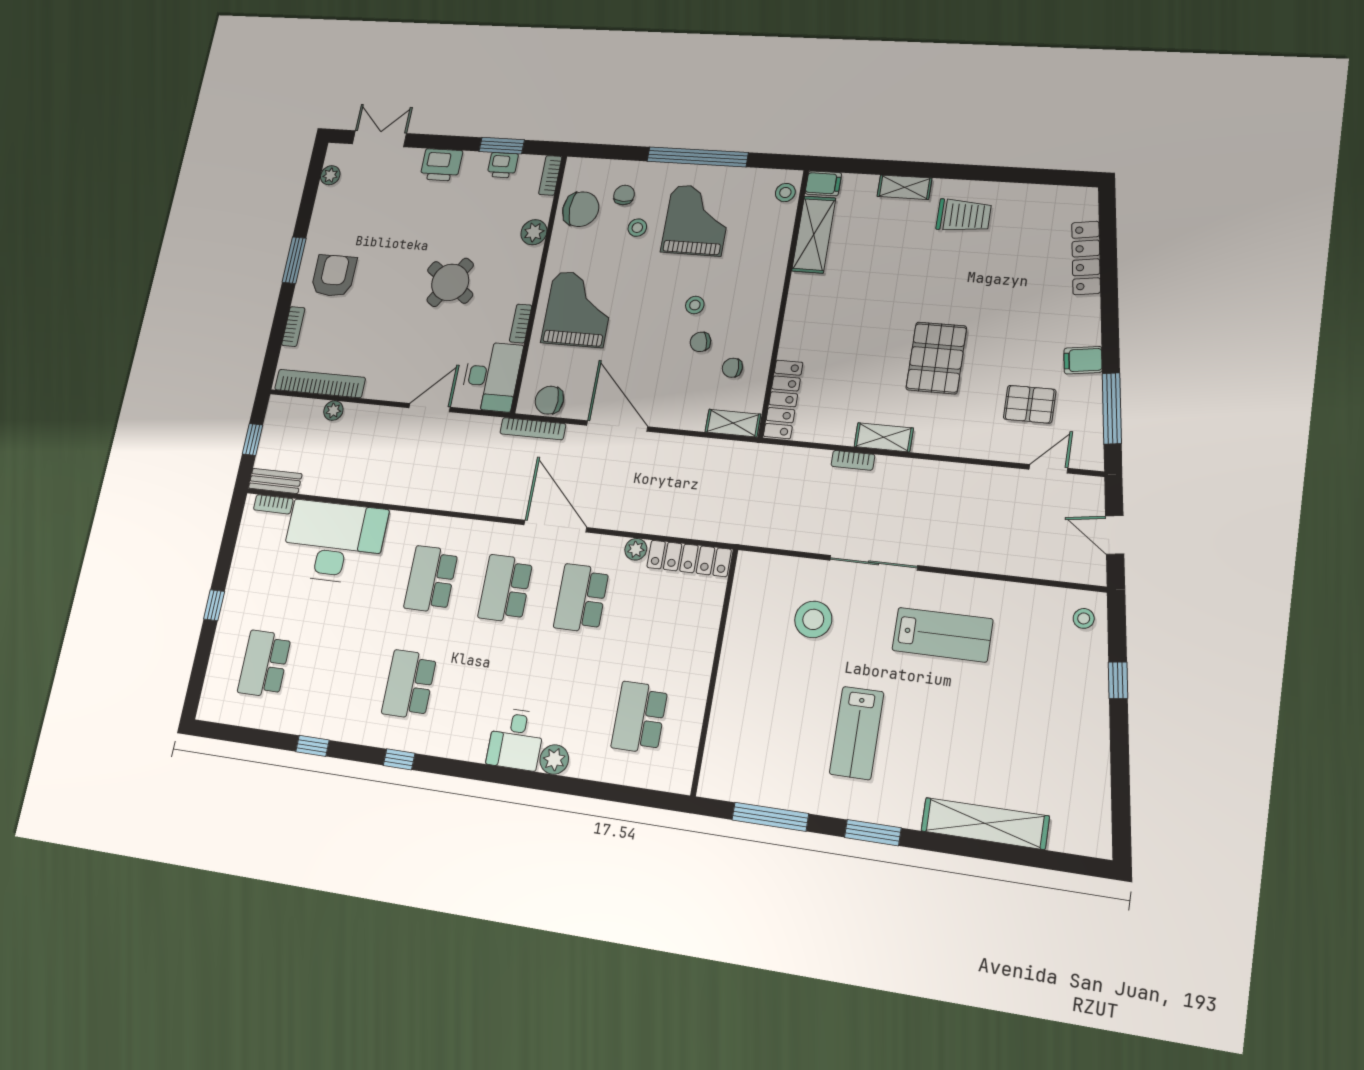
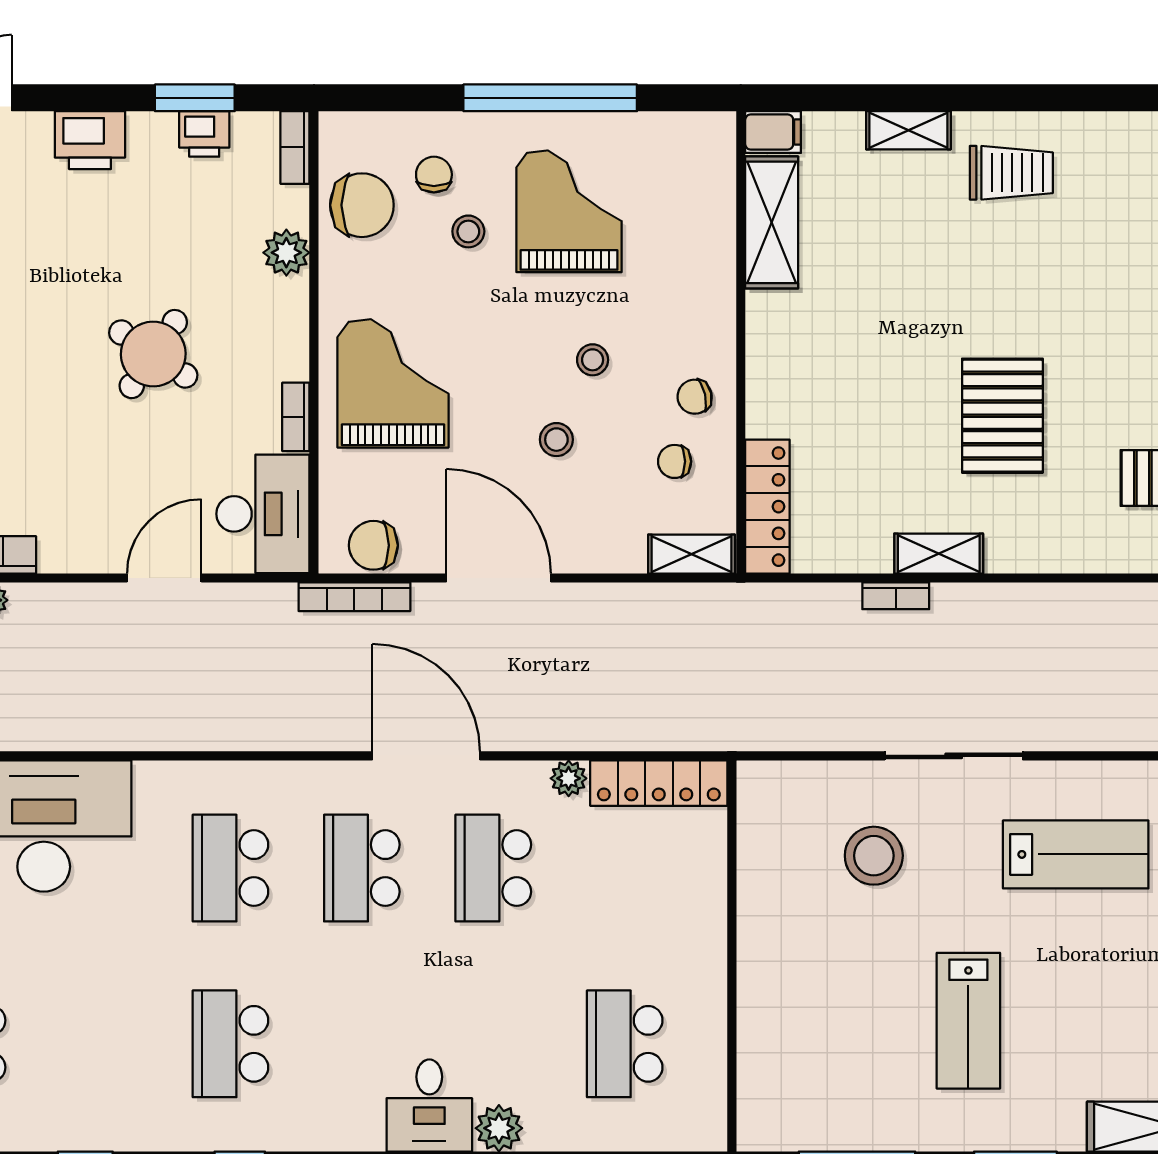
stool: (785, 192) -> (556, 440), moved
chair: (700, 342) -> (695, 397), moved

